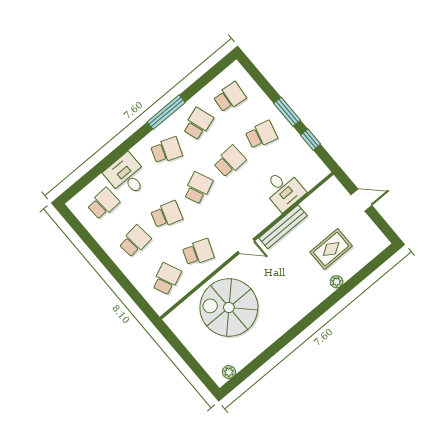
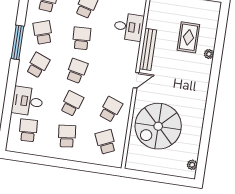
school desk: (198, 188) -> (77, 71), turned 36

